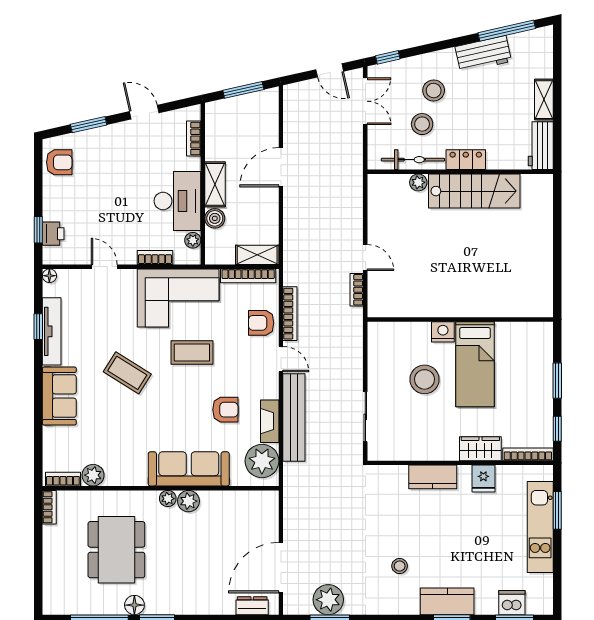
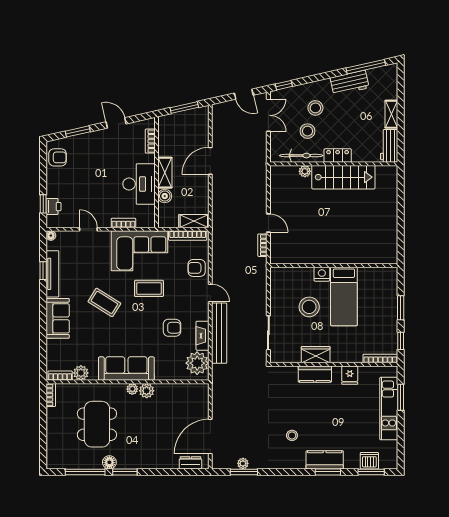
plant: (193, 240) -> (150, 211), removed
bookcase: (290, 314) -> (216, 262), removed
wardrobe: (480, 449) -> (316, 355), moved
sofa: (189, 469) -> (126, 369), moved
plant: (328, 600) -> (243, 463), width x0.53, depth x0.53

